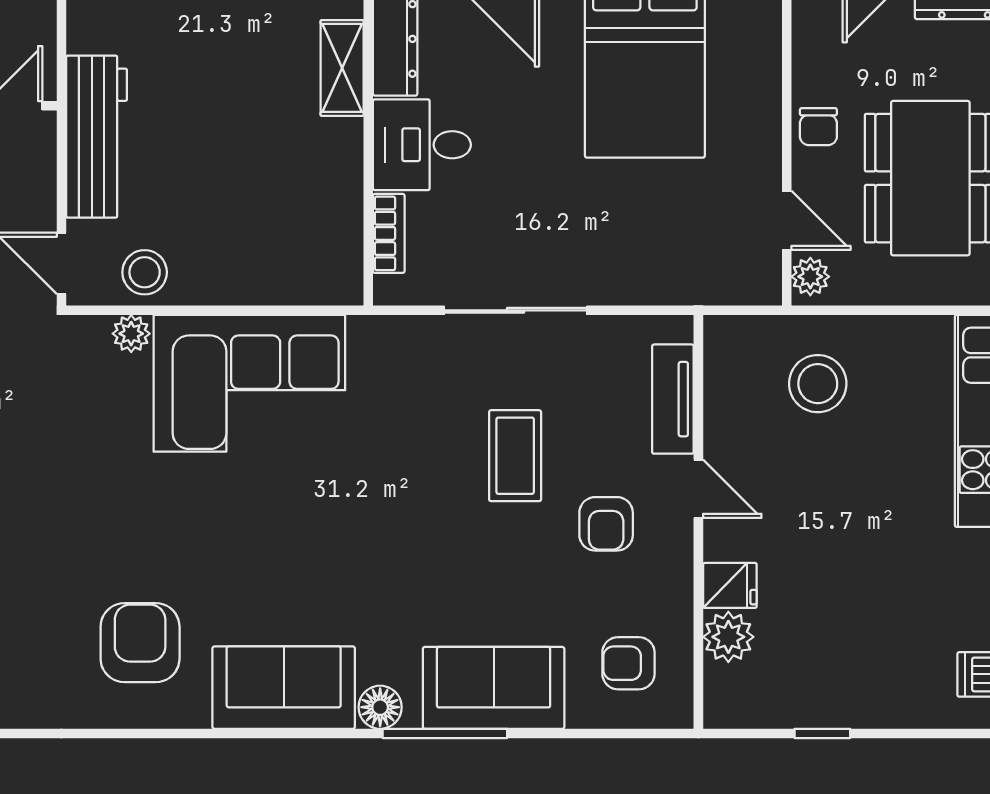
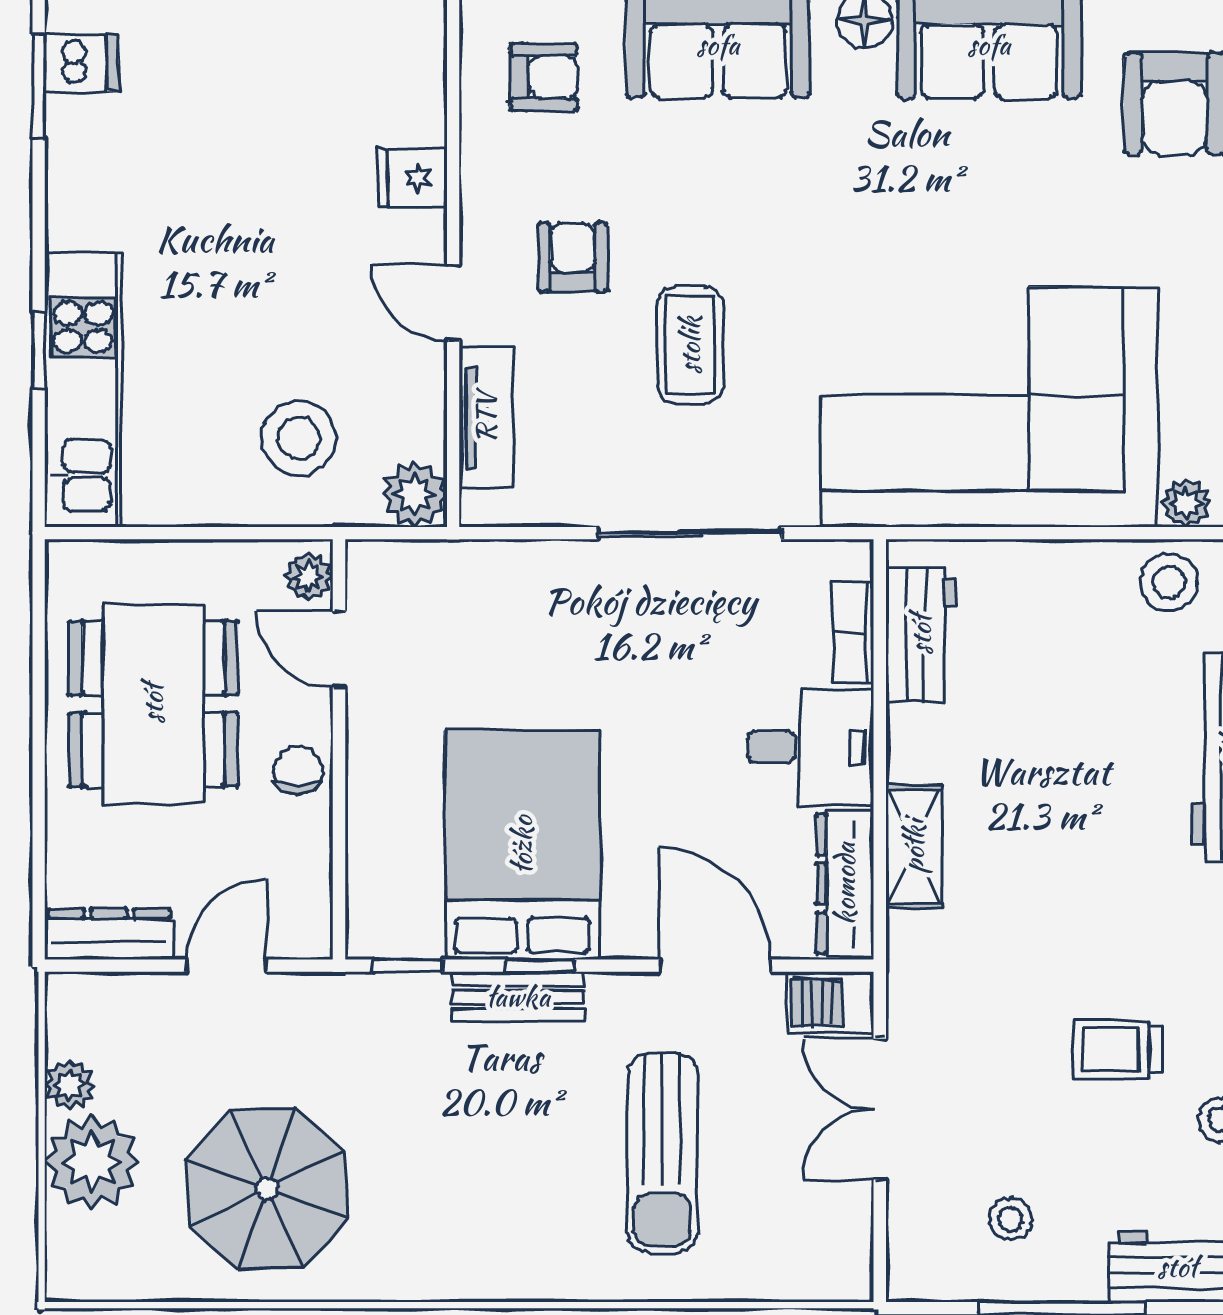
workbench: (337, 232) -> (921, 635), added
corner sofa: (249, 383) -> (989, 407), width x1.36, depth x1.36
plant: (728, 637) -> (415, 494), moved

